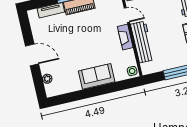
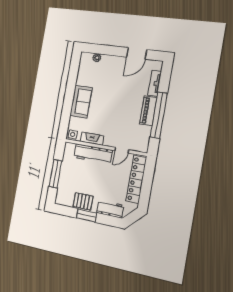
fireplace: (125, 37) -> (92, 139), moved
door: (32, 55) -> (137, 53), moved

